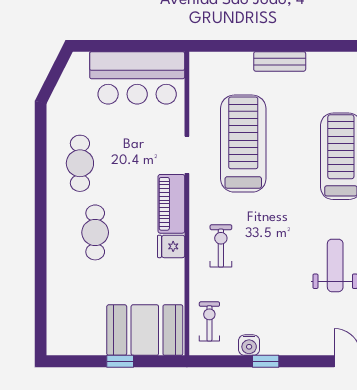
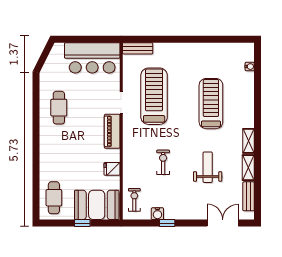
bench: (280, 61) -> (138, 48), moved
cafe table: (95, 232) -> (54, 198), moved
fridge: (171, 246) -> (112, 169), moved
exercise bike: (221, 246) -> (163, 162), moved

